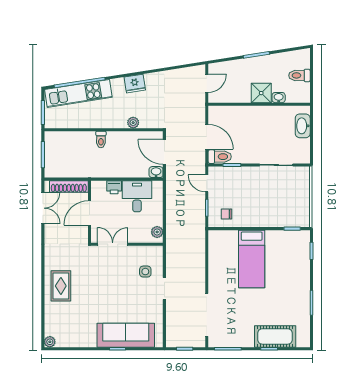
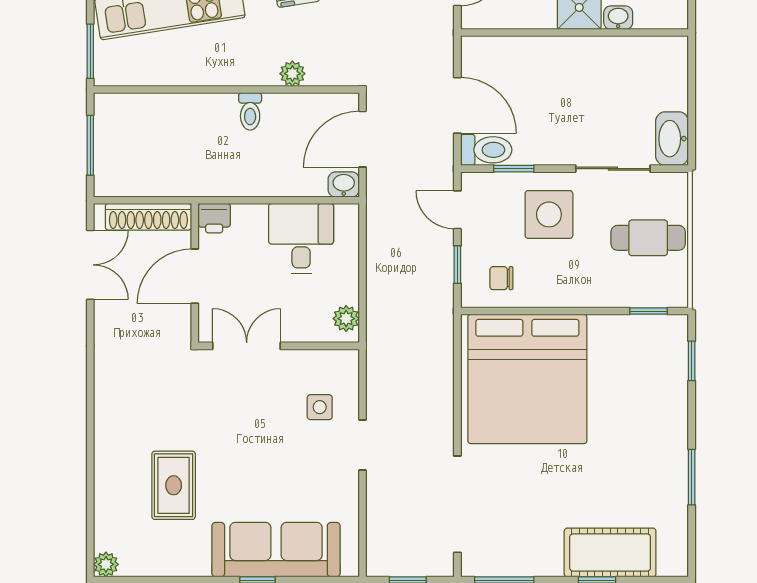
washbasin: (303, 126) -> (672, 139), moved
toilet: (101, 139) -> (250, 111), moved
door: (164, 152) -> (362, 139), hinge flipped
side table: (248, 185) -> (549, 214), added
printer: (114, 187) -> (214, 218), moved
cafe table: (292, 196) -> (648, 238), added
bed: (252, 259) -> (527, 379), width x2.04
rug: (61, 286) -> (174, 485), moved

